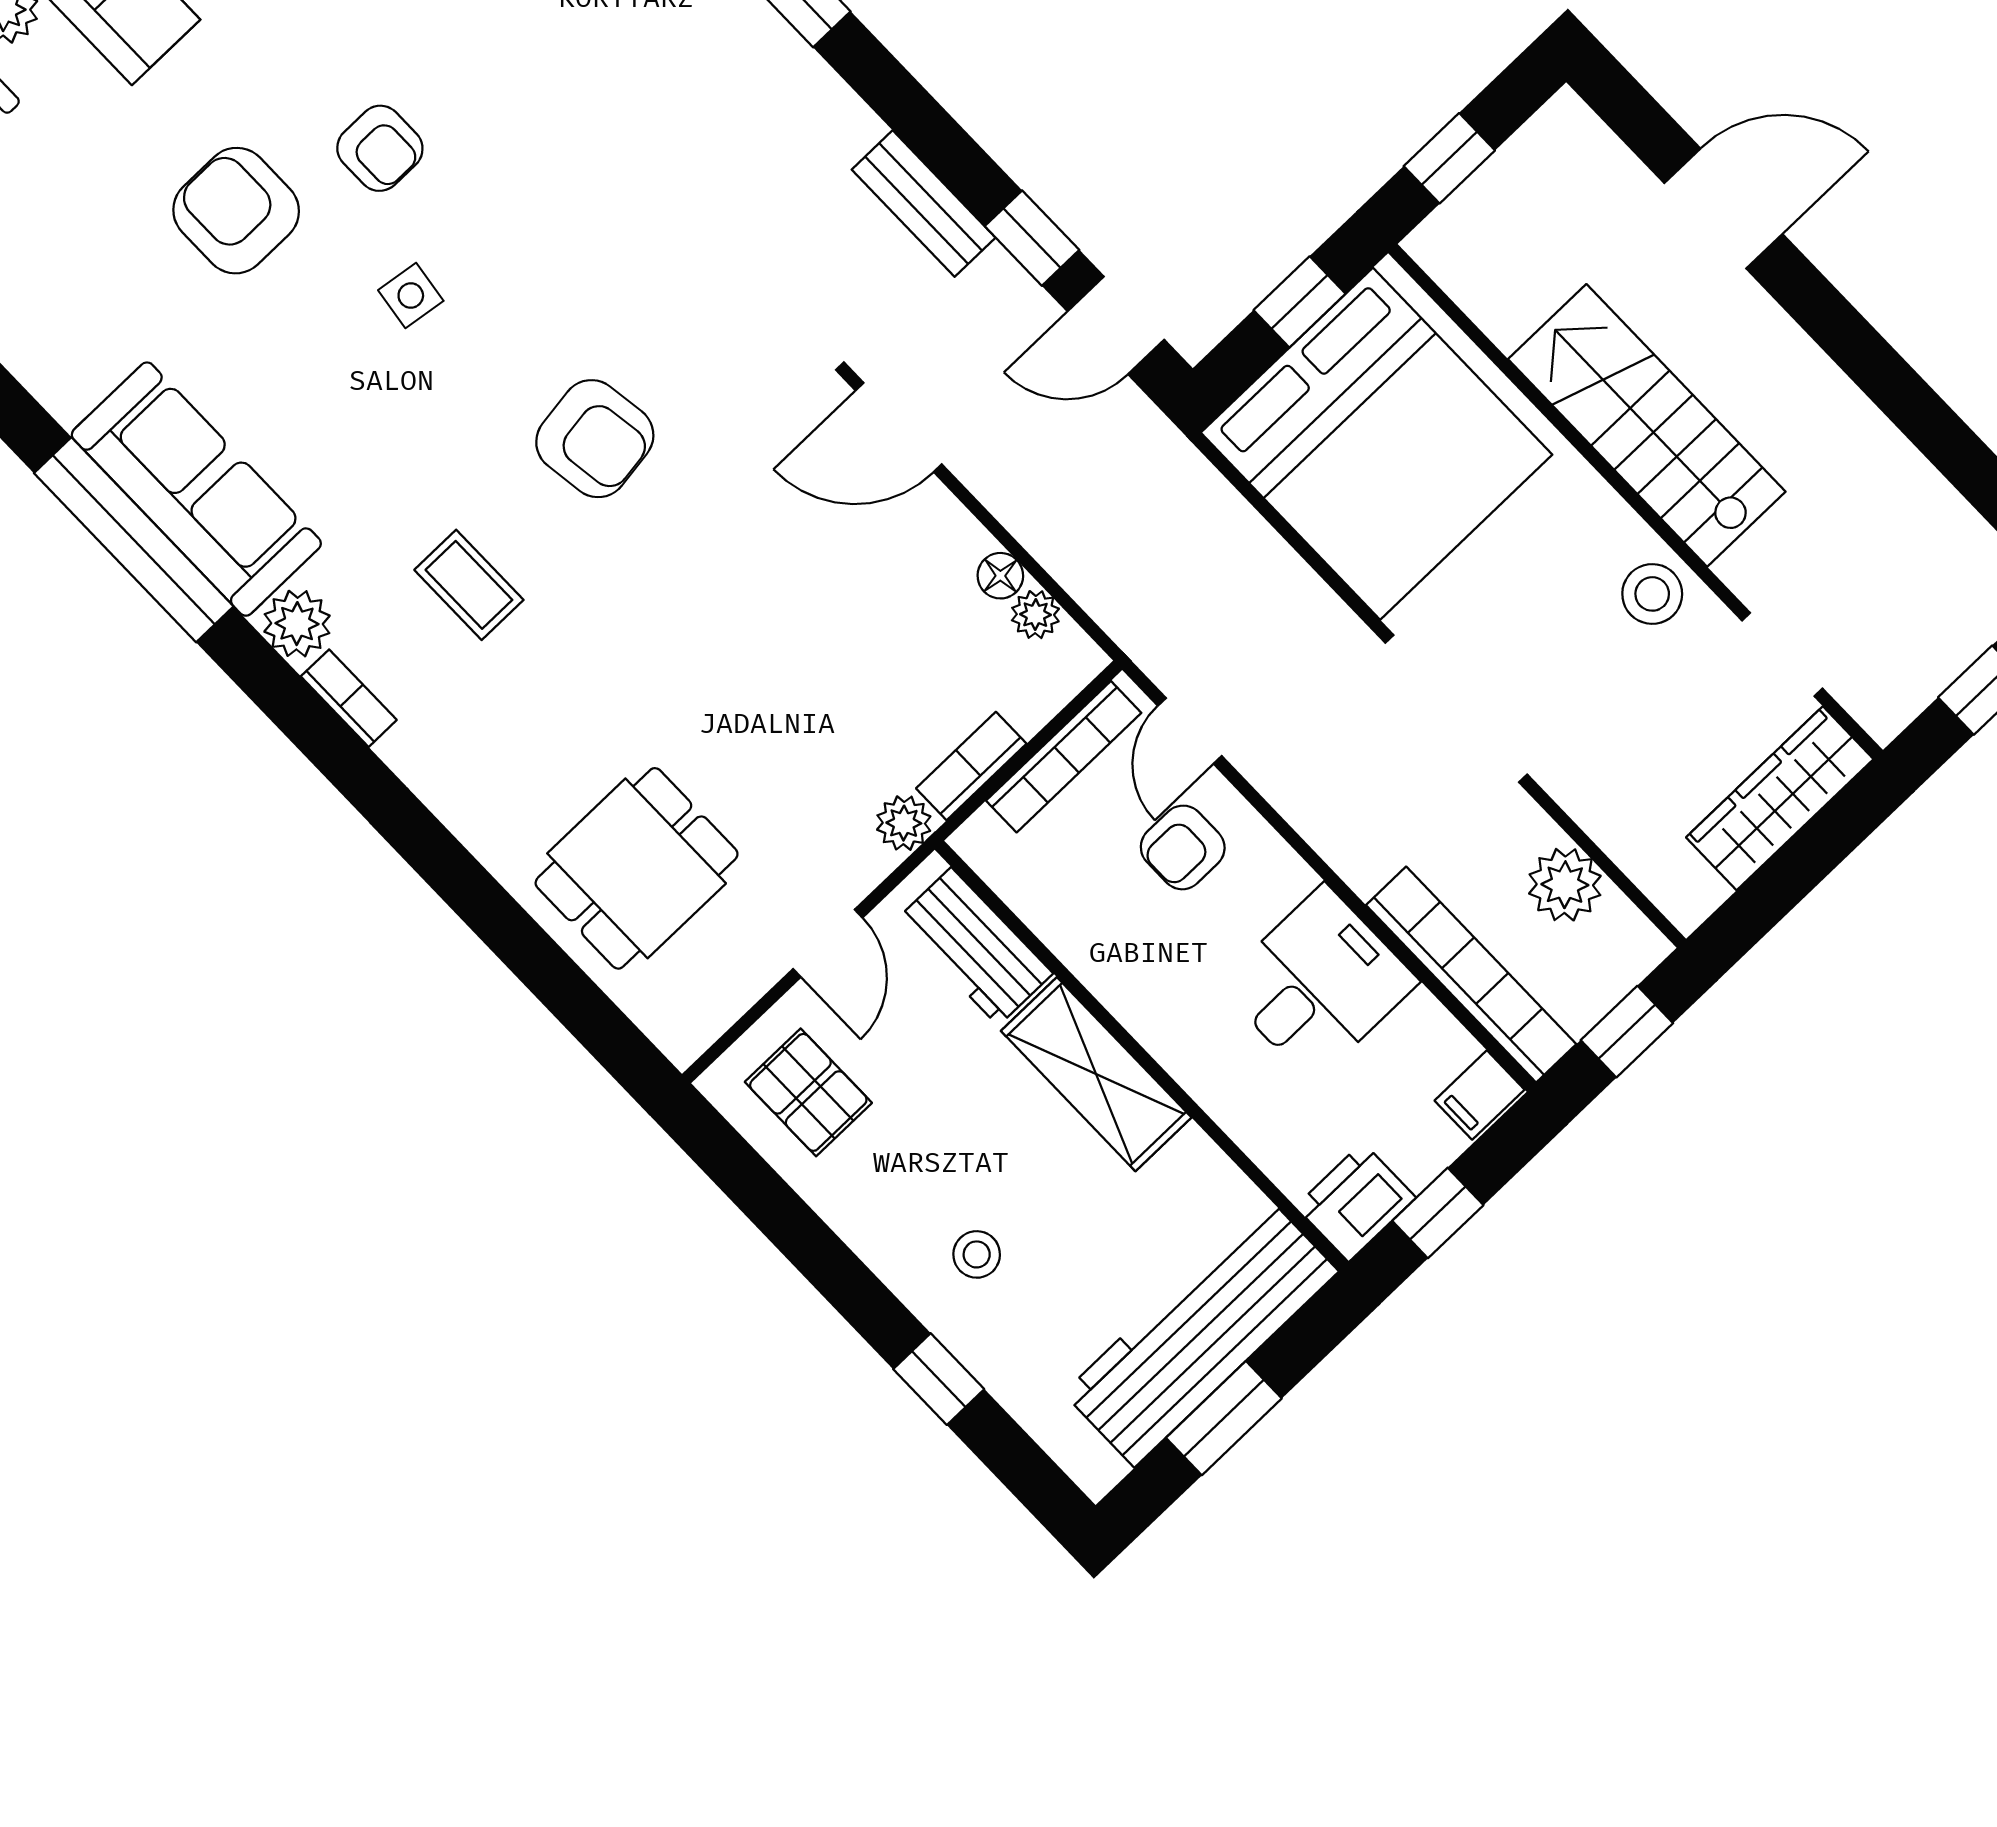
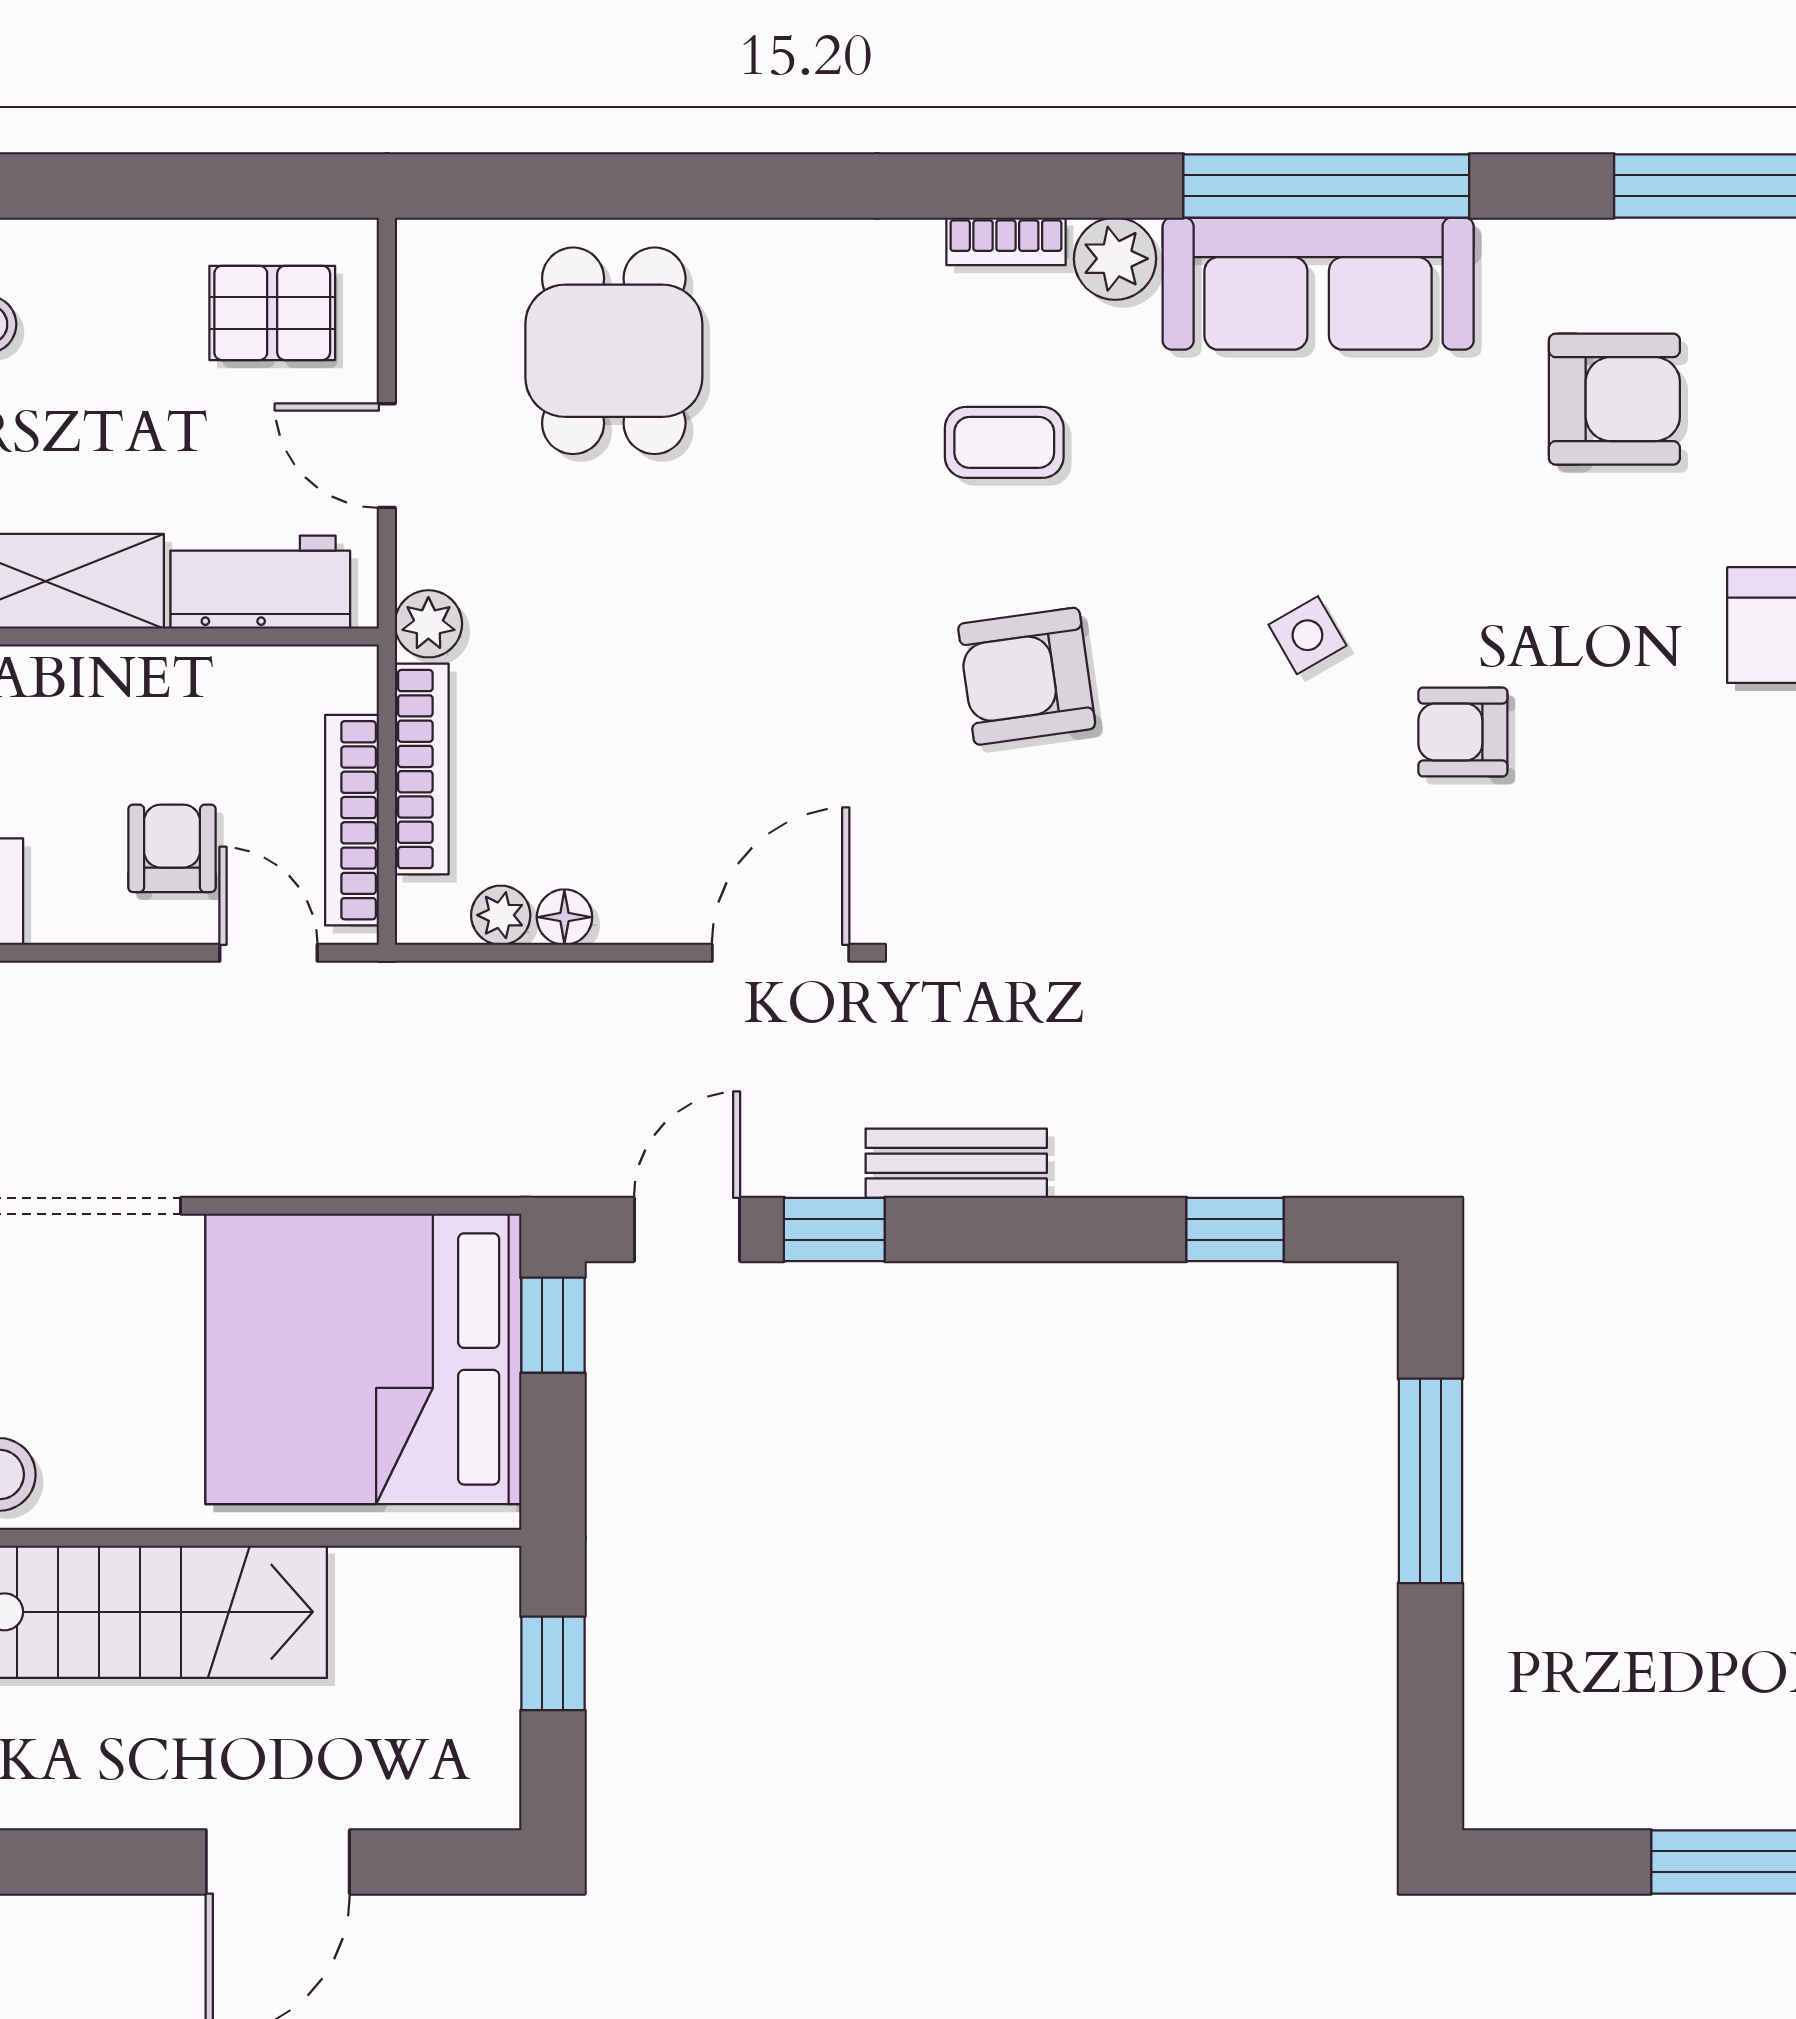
armchair: (236, 211) -> (1614, 399), moved
side table: (411, 296) -> (1307, 635), turned -38
window: (1300, 302) -> (553, 1325), moved
bookcase: (971, 766) -> (422, 769), width x1.56

